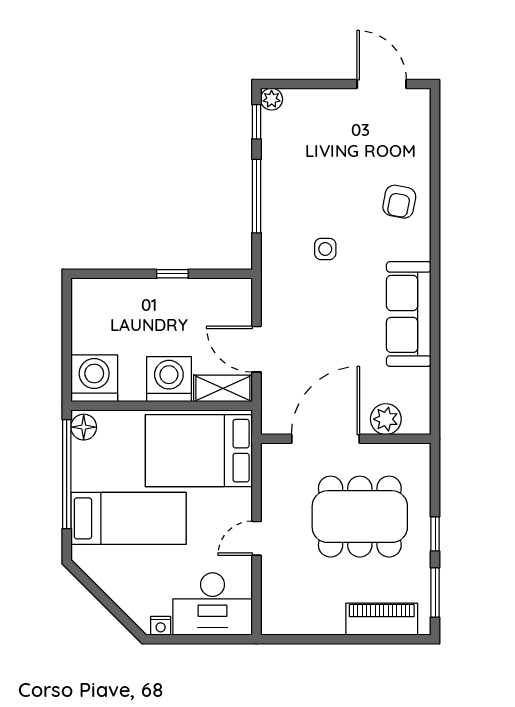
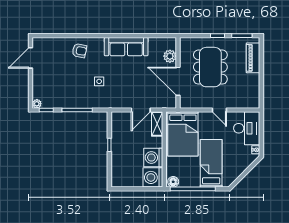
washing machine: (169, 379) -> (153, 158), moved

